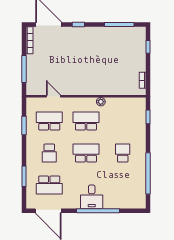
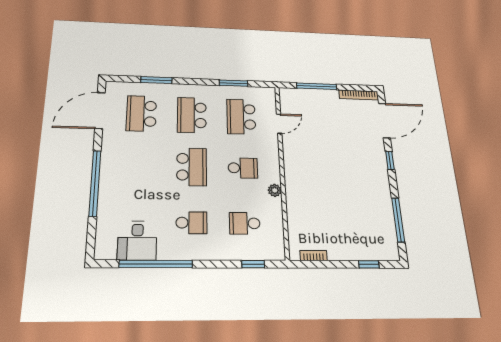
school desk: (49, 121) -> (241, 117), turned 180
school desk: (86, 121) -> (243, 168), width x0.54
school desk: (123, 121) -> (245, 223), added
school desk: (49, 153) -> (192, 115), width x1.85
desk: (92, 197) -> (137, 241), moved, turned -90

